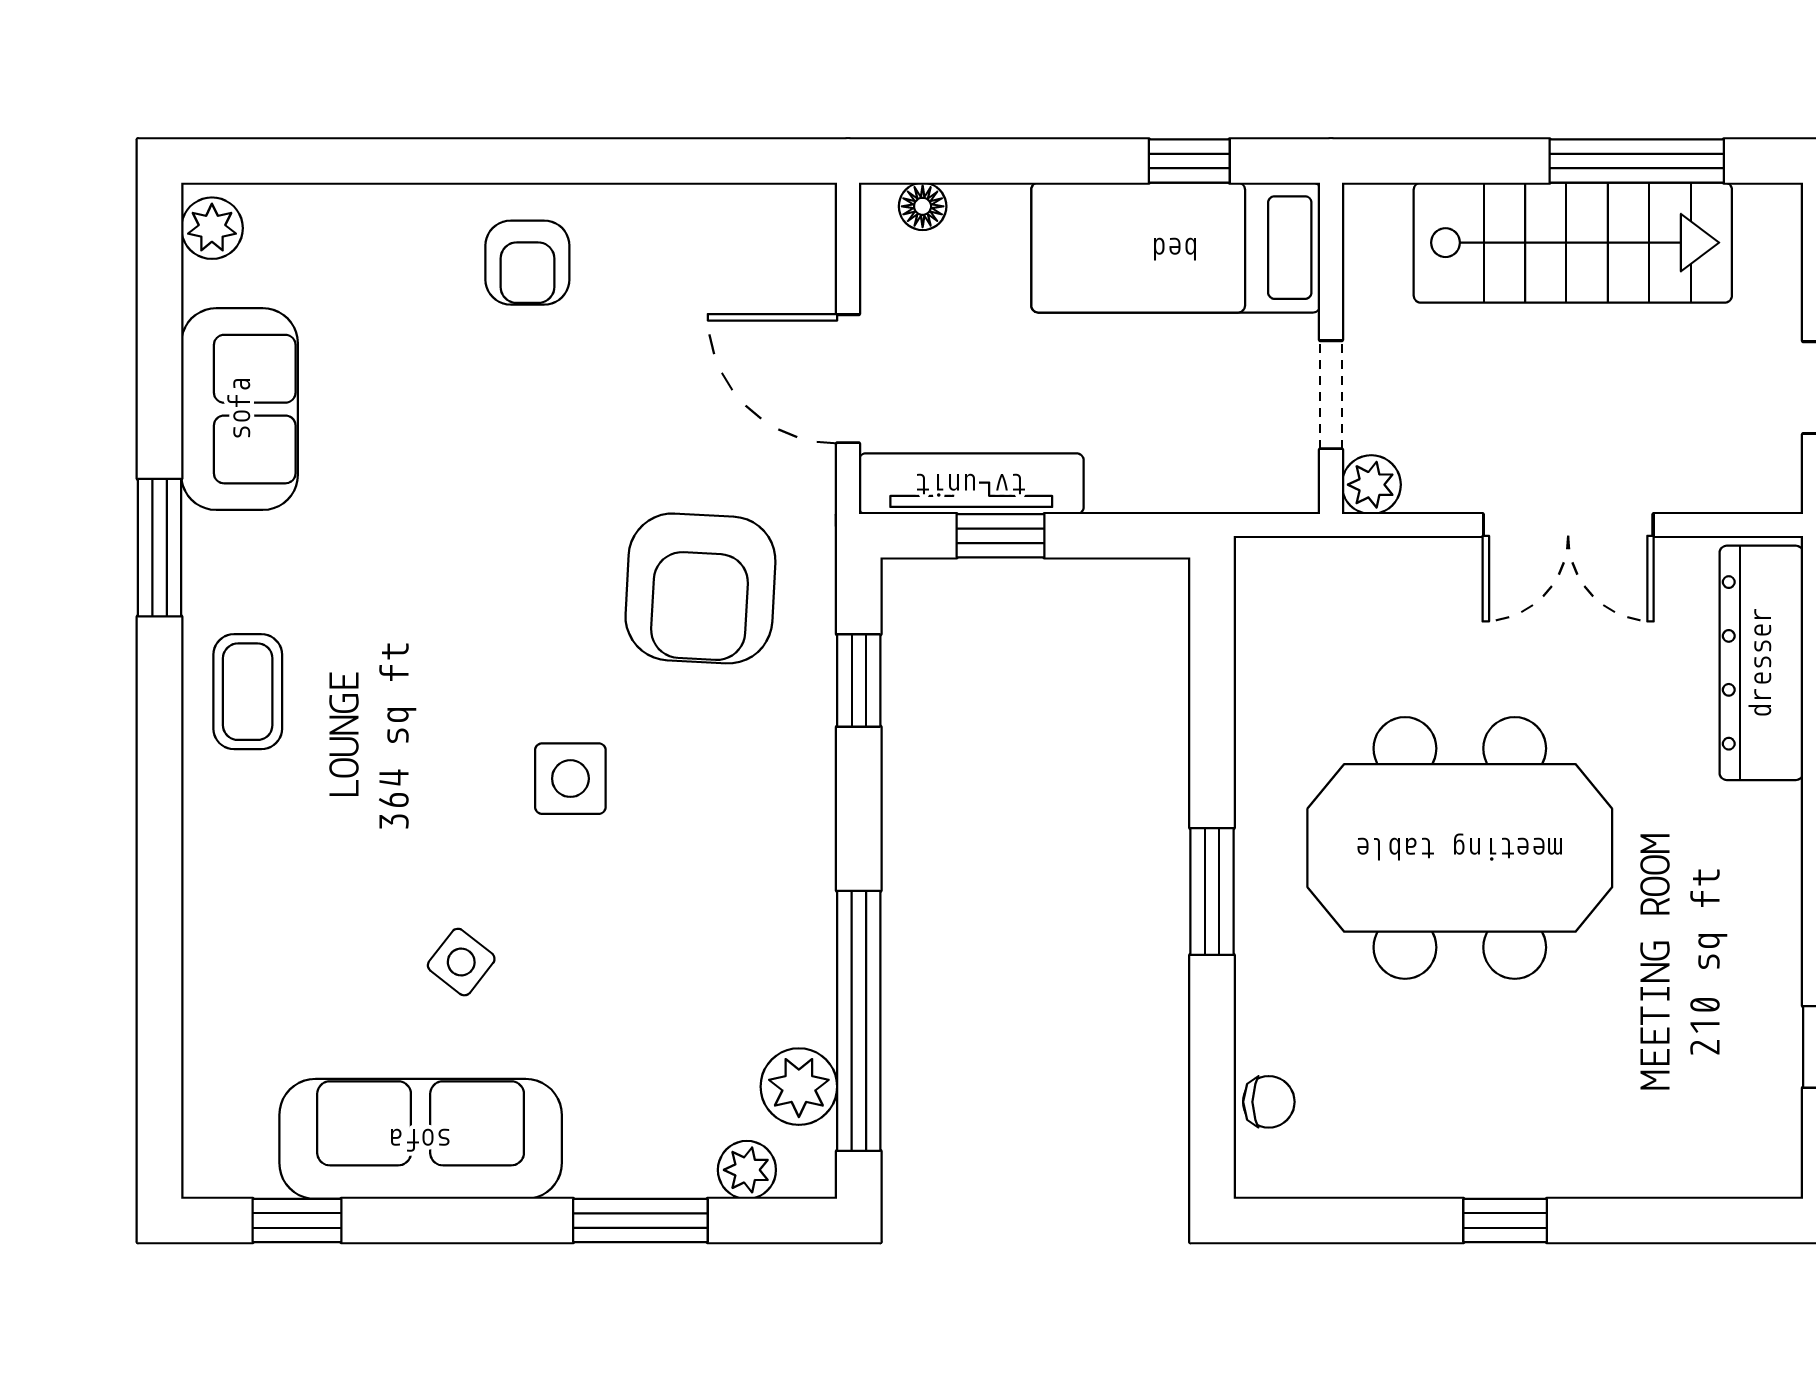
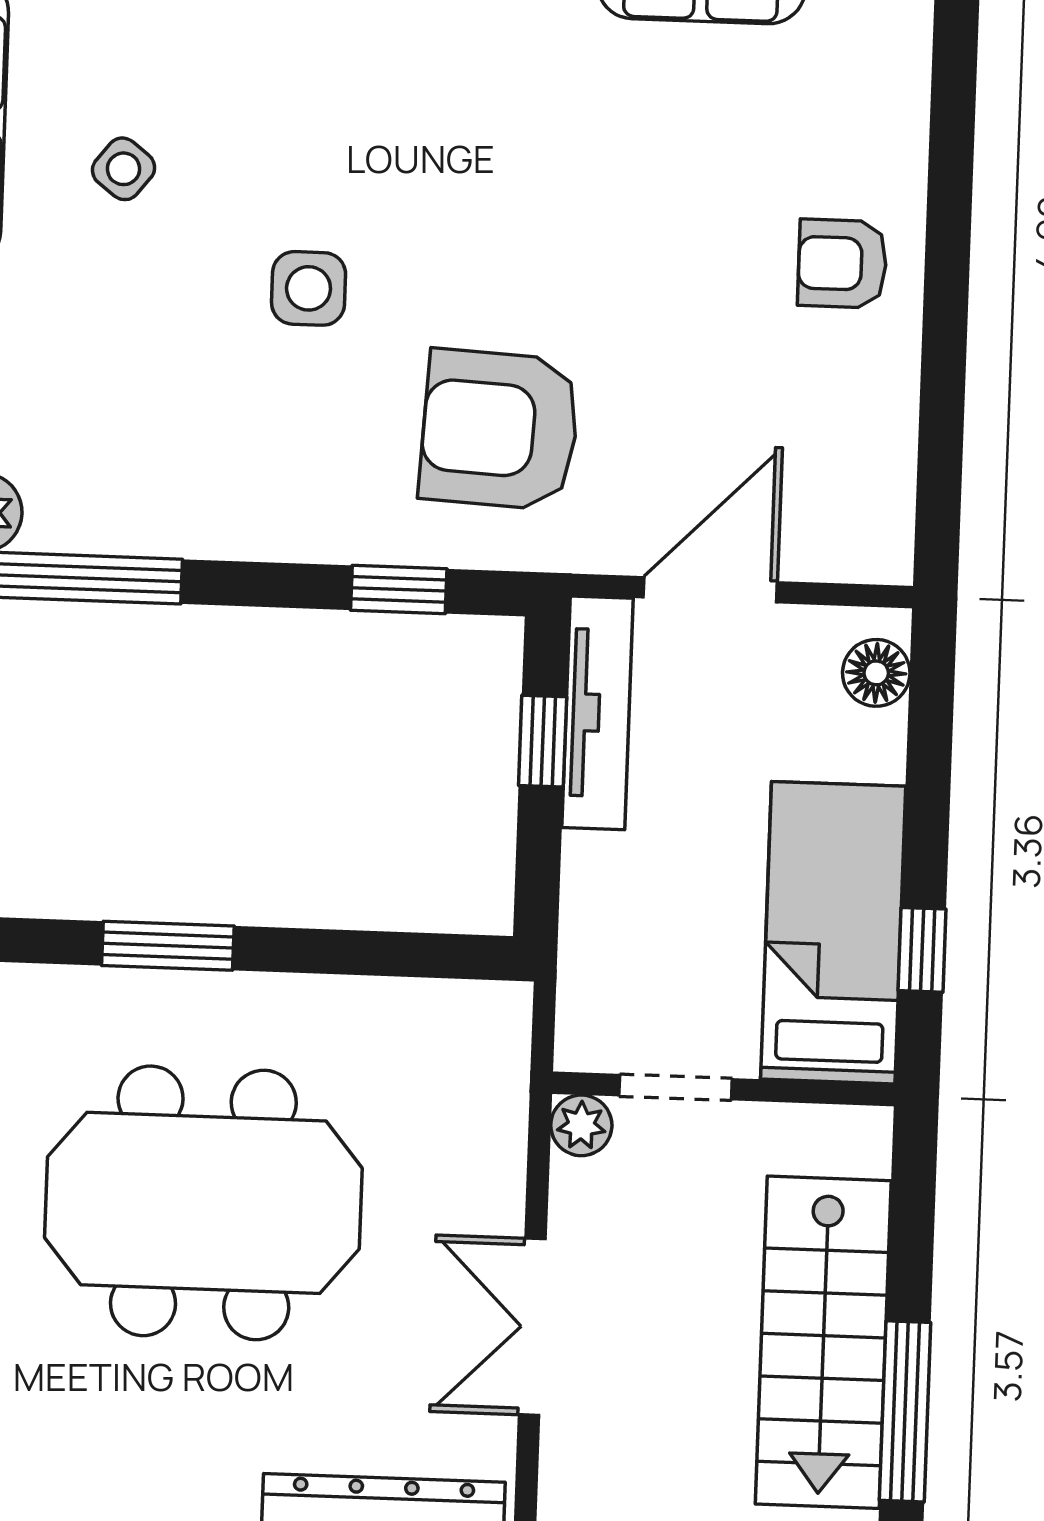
floor lamp: (923, 206) -> (876, 673), width x1.37, depth x1.37
meeting table: (1460, 848) -> (203, 1203), turned 90

